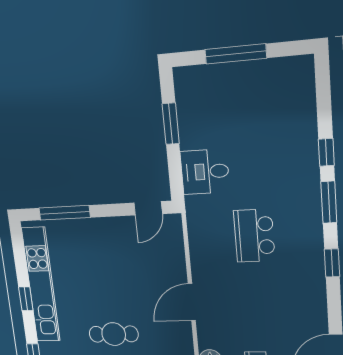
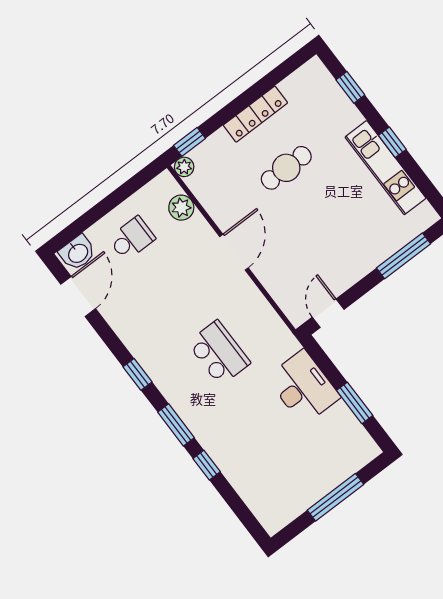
desk: (205, 172) -> (303, 387), width x1.37
kitchen unit: (41, 285) -> (385, 168), width x0.73

